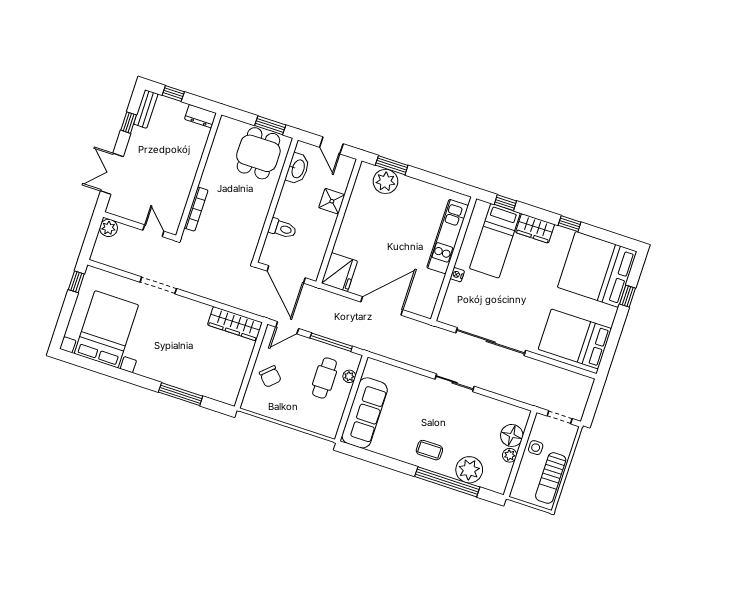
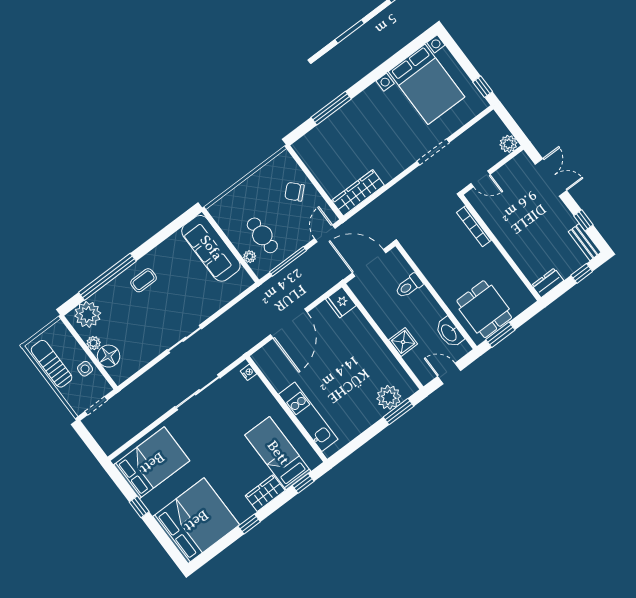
fridge: (339, 272) -> (341, 302), width x0.73, depth x0.75
nightstand: (457, 275) -> (248, 372), moved
window: (628, 296) -> (139, 507), moved
sliding door: (491, 342) -> (197, 392), width x0.73
plant: (469, 470) -> (88, 314), moved

